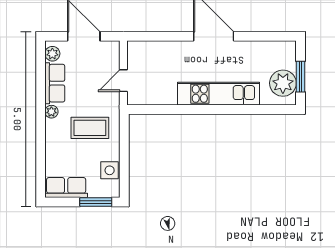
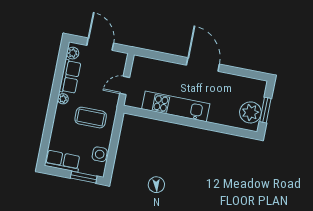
kitchen unit: (219, 94) -> (176, 106), moved

